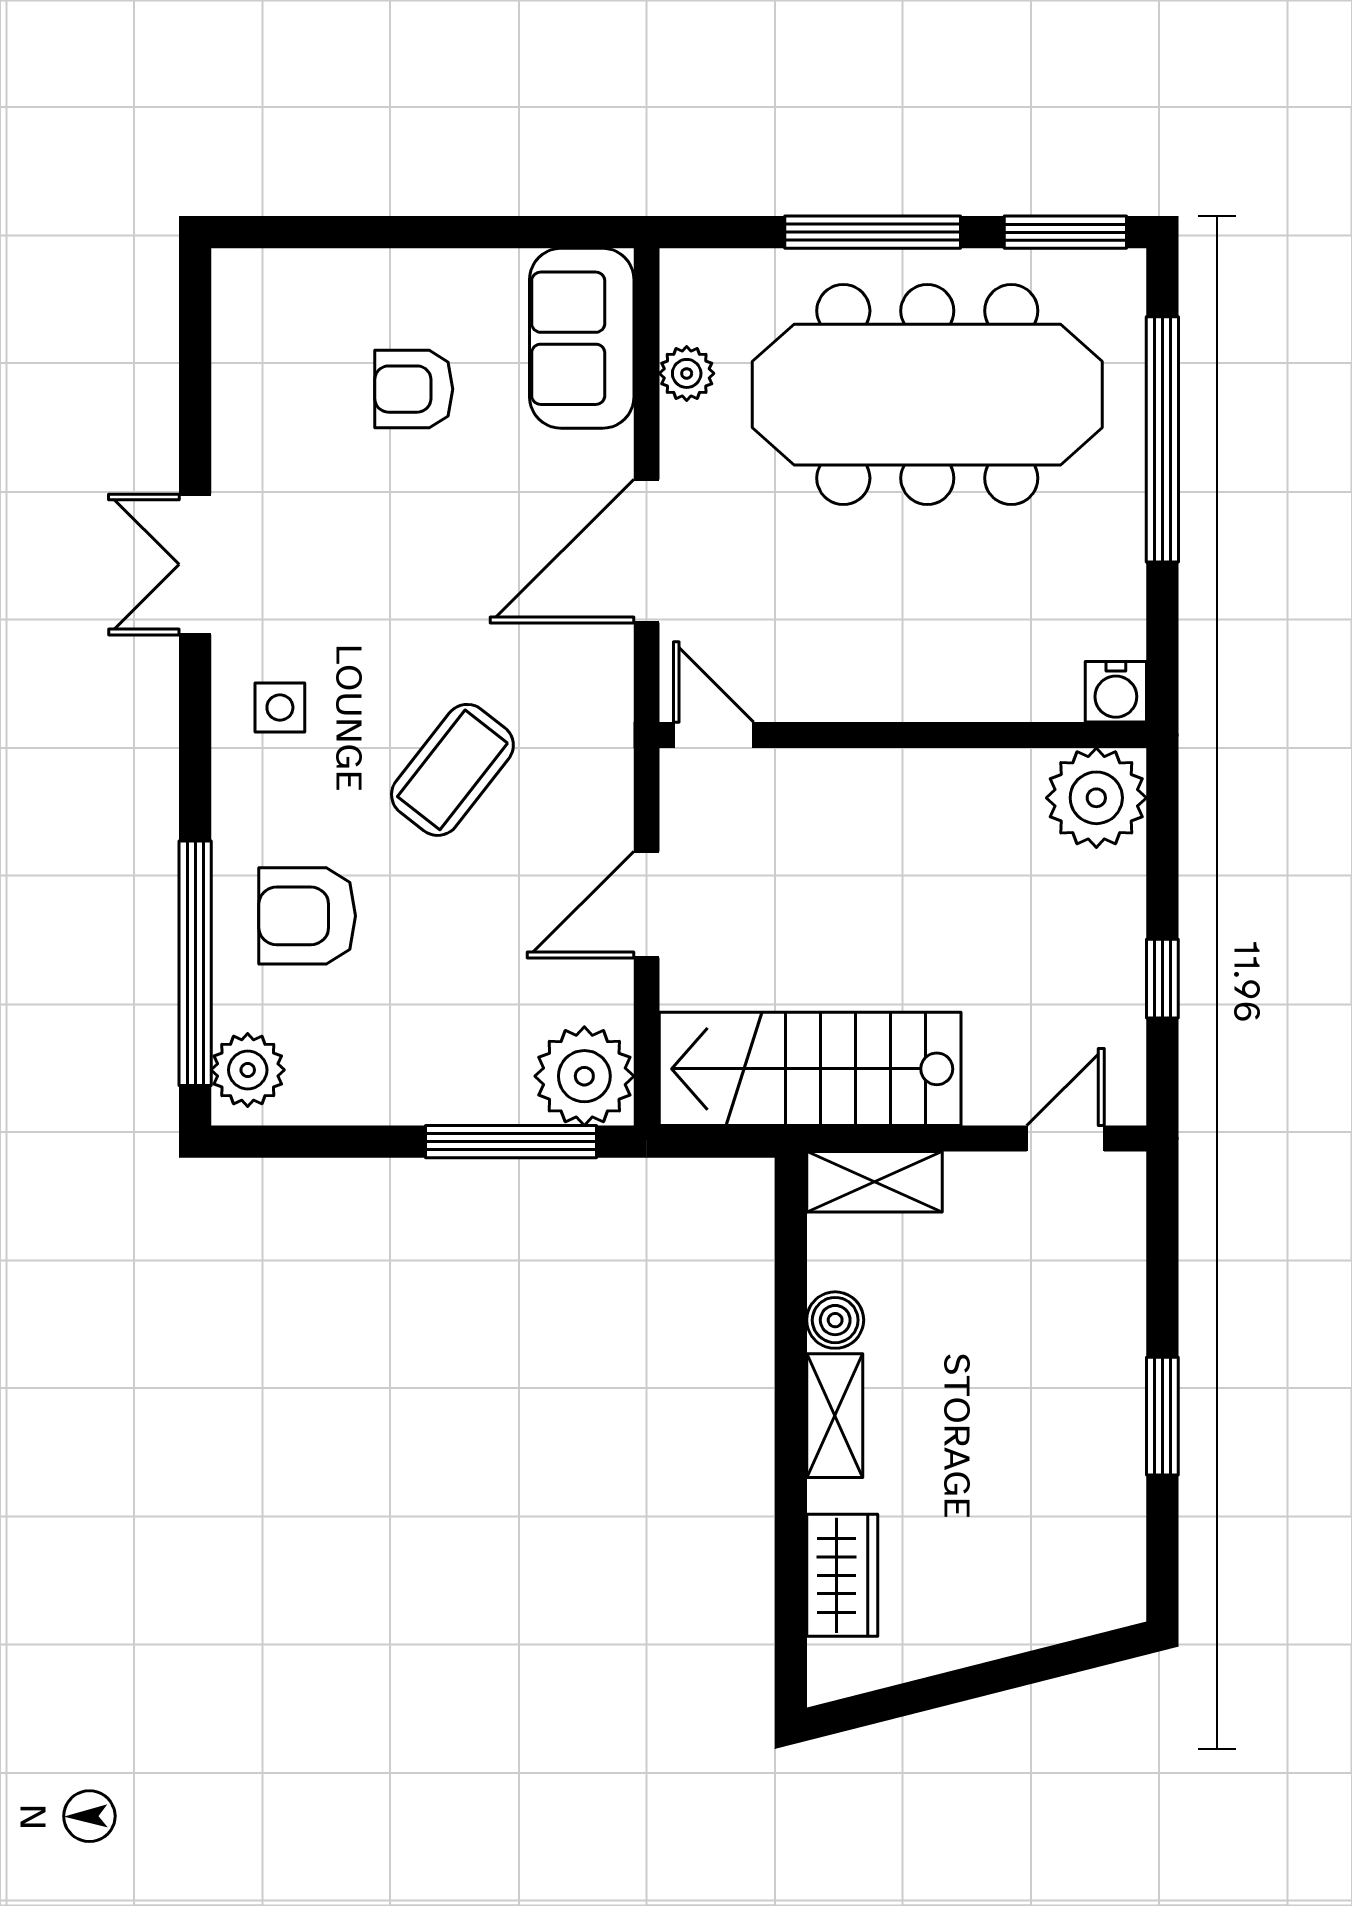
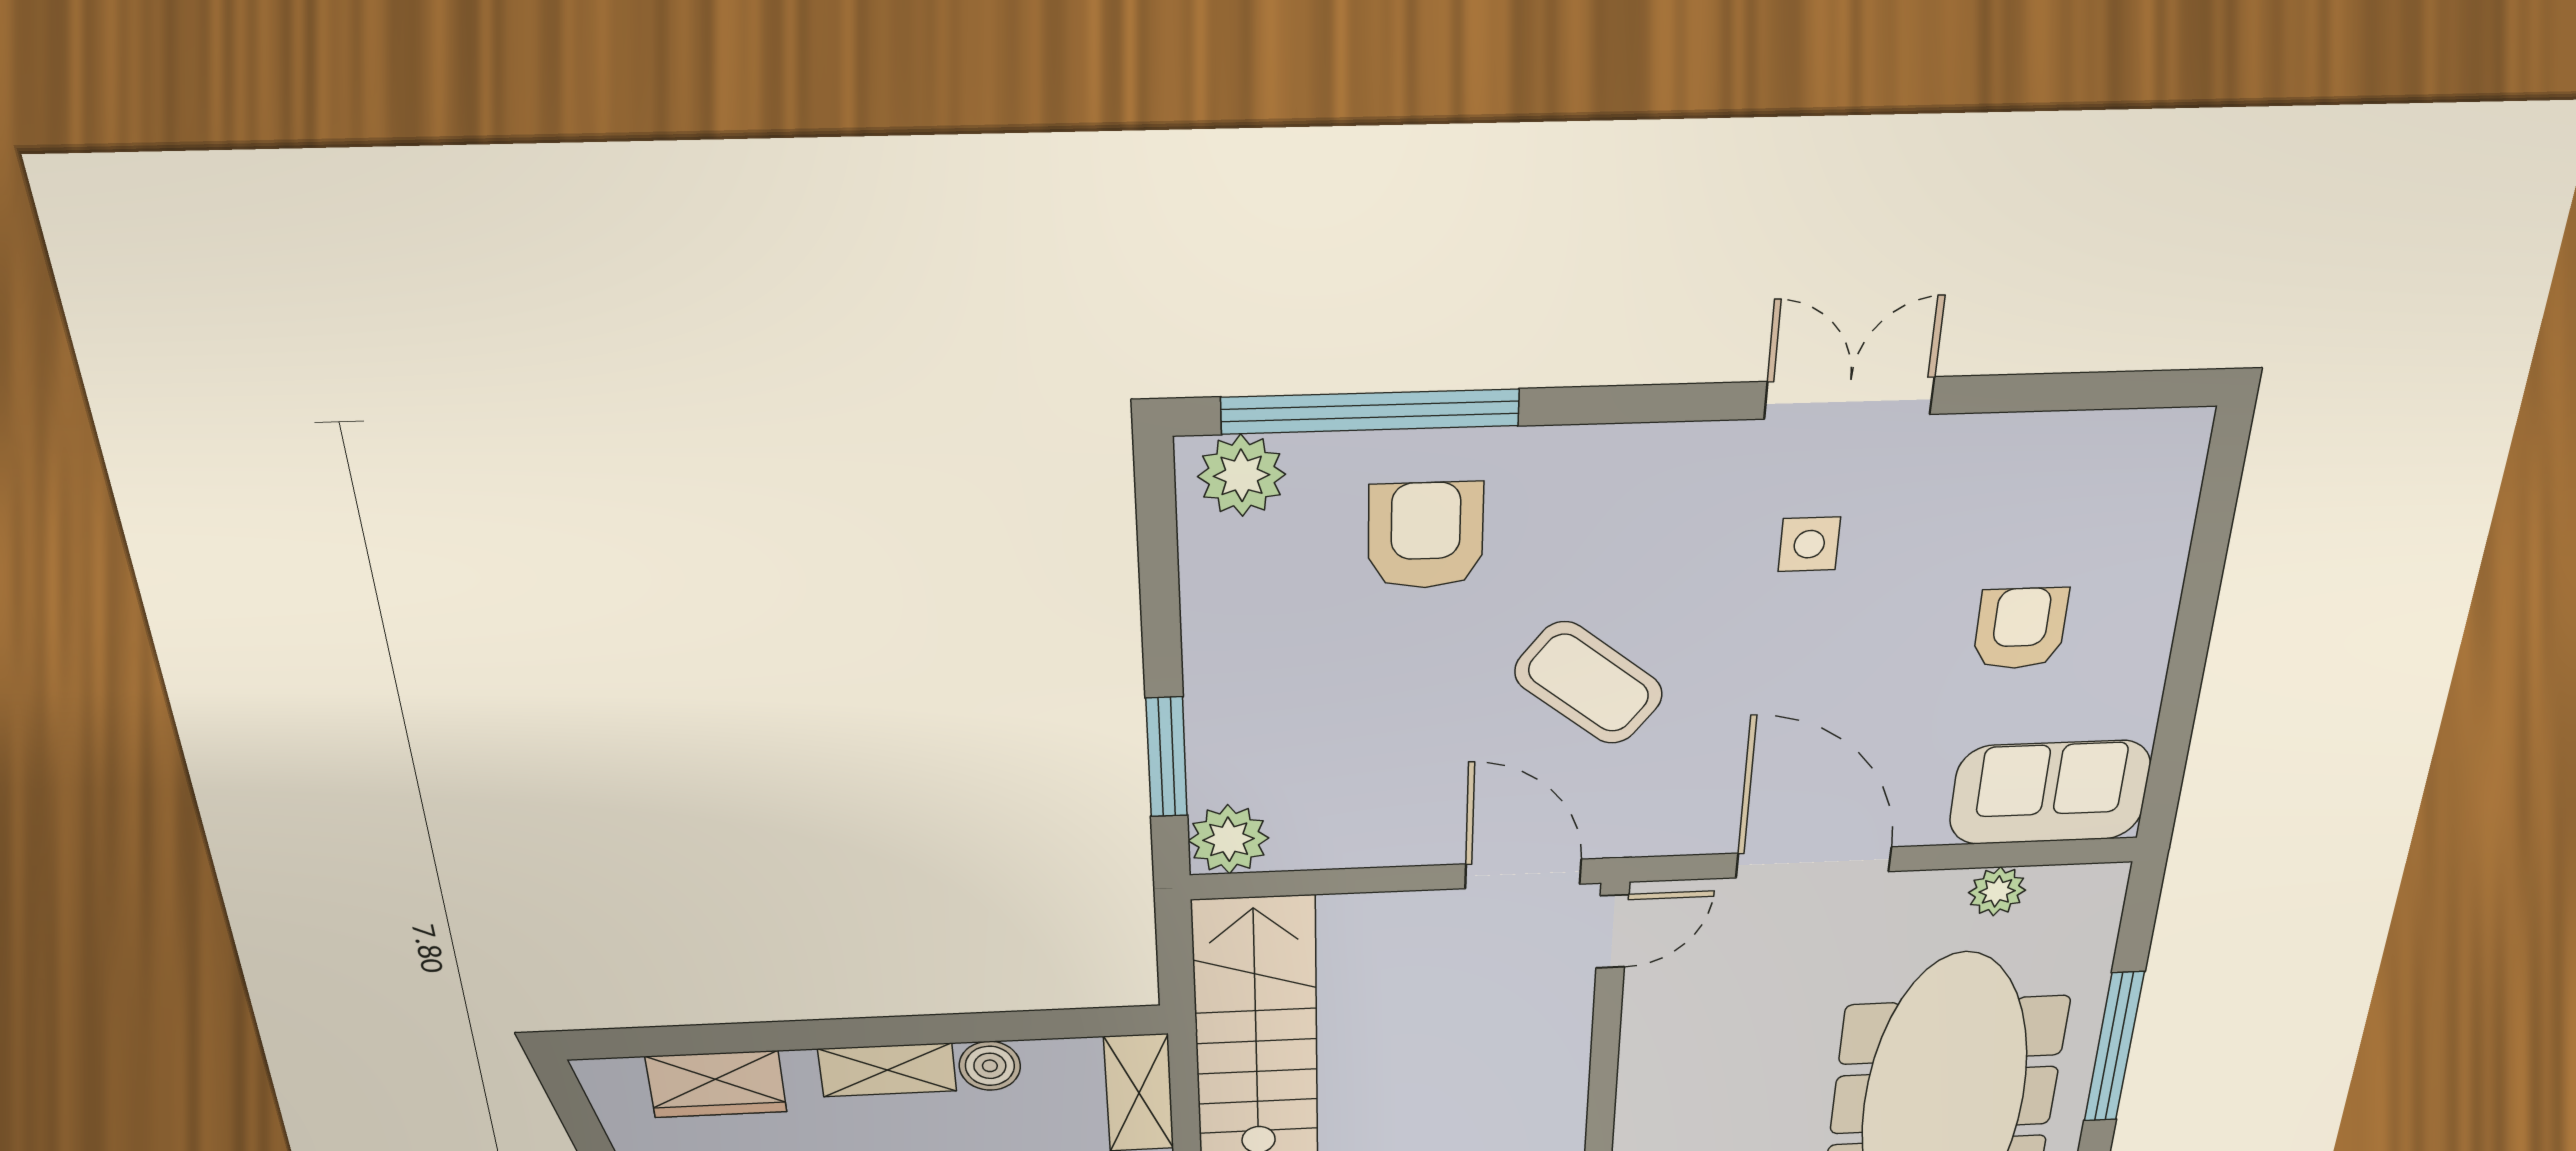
side table: (280, 707) -> (1809, 544), moved
door: (647, 905) -> (1523, 874), moved
plant: (584, 1076) -> (1229, 839), width x0.73, depth x0.73
window: (511, 1142) -> (1167, 757), width x0.69

